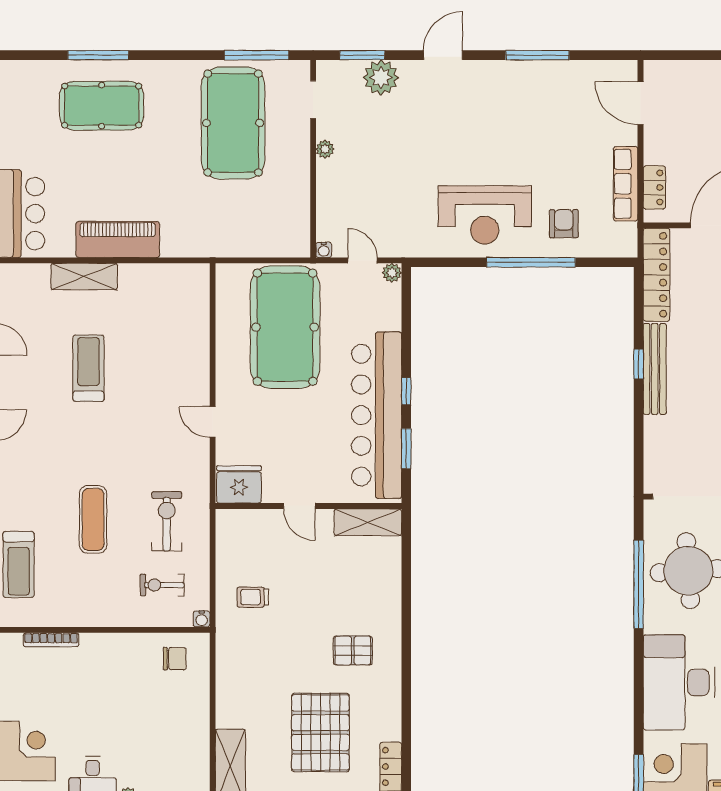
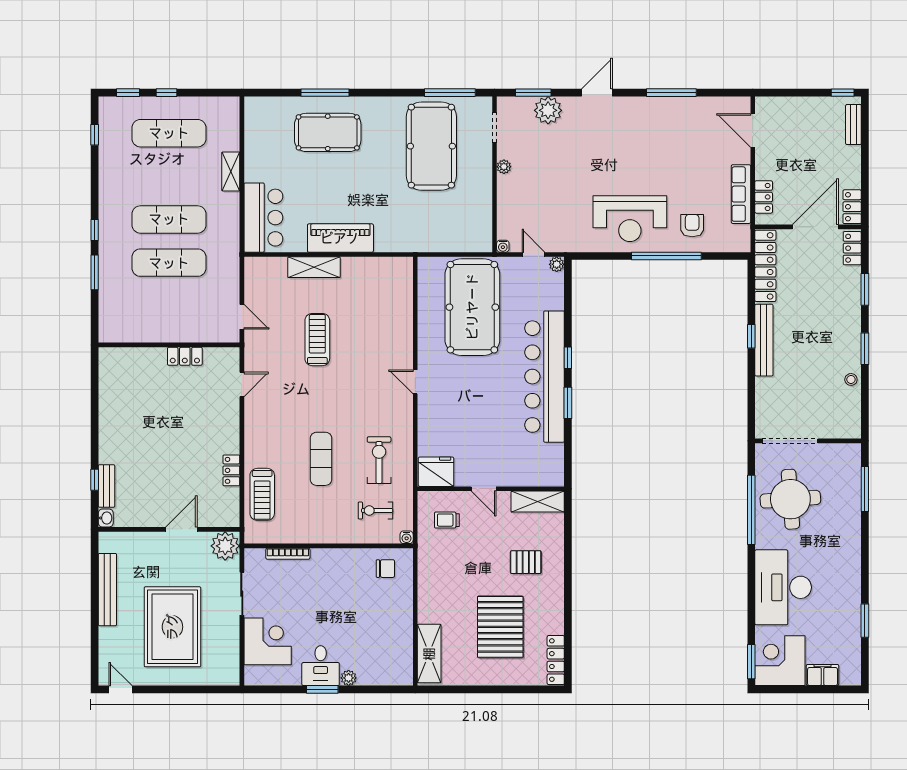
fridge: (239, 484) -> (436, 472), moved
door: (299, 506) -> (484, 489), moved
wall: (308, 506) -> (491, 489), moved
shelving: (368, 522) -> (538, 502), moved

